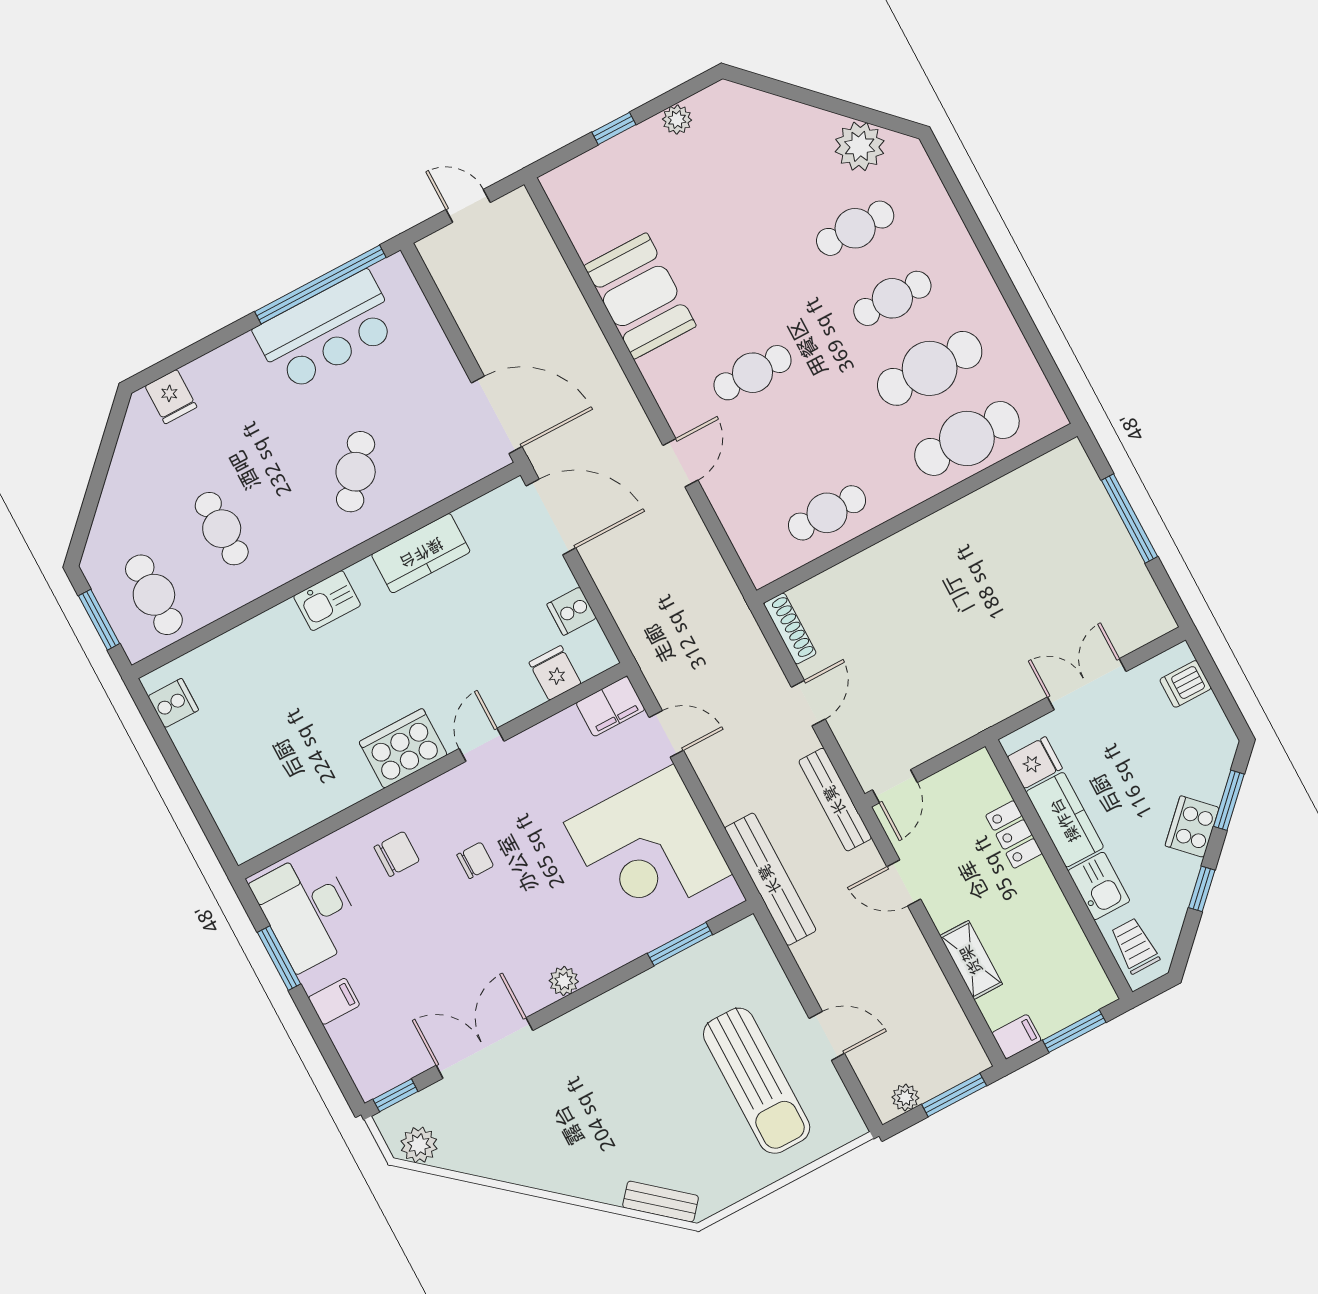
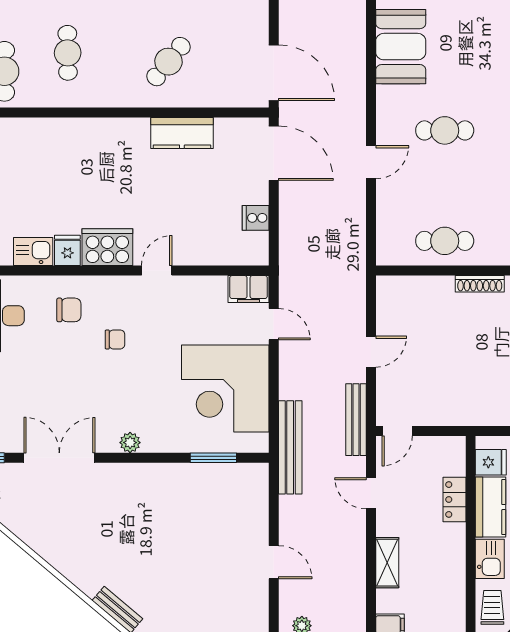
kitchen sink: (327, 601) -> (33, 252), moved, turned 180
shoe rack: (790, 629) -> (480, 284), moved, turned 90
fridge: (555, 673) -> (67, 250), moved
sun lounger: (757, 1081) -> (216, 567), removed

